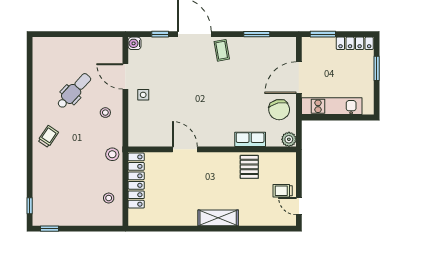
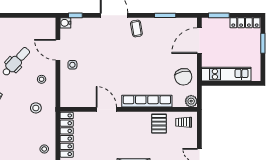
window: (160, 34) -> (75, 15), moved
door: (299, 78) -> (199, 41), moved
row of seats: (250, 139) -> (147, 101), width x2.02
stool: (112, 154) -> (36, 108), moved
trolley: (283, 191) -> (184, 122), moved

